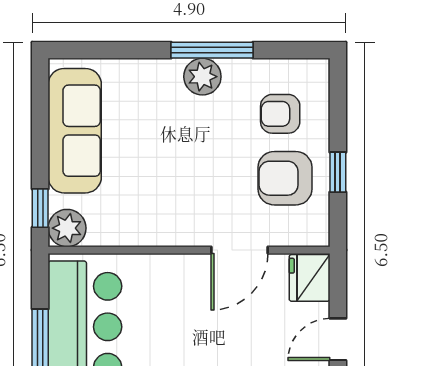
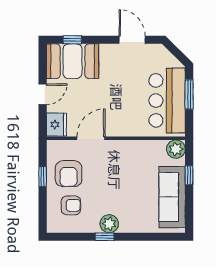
window: (212, 50) -> (105, 237), width x0.46
armchair: (285, 178) -> (69, 174), turned 90
window: (40, 208) -> (189, 175), moved

